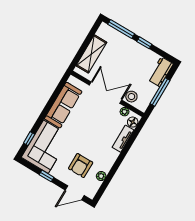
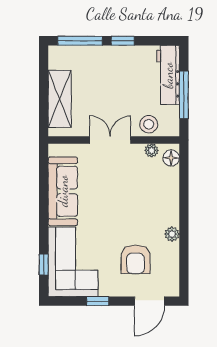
workbench: (161, 72) -> (168, 75), width x1.38
double door: (105, 93) -> (110, 140), width x0.73
tv unit: (123, 139) -> (171, 188), removed
plant: (101, 176) -> (172, 234), moved

